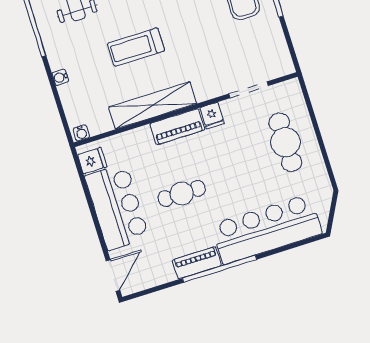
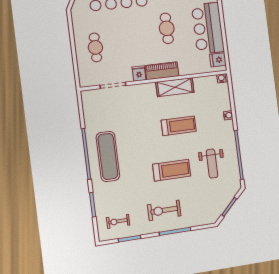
shelving: (153, 105) -> (175, 87), width x0.68
cafe table: (285, 142) -> (95, 47), width x0.73, depth x0.74
cafe table: (182, 193) -> (167, 28), turned 90

